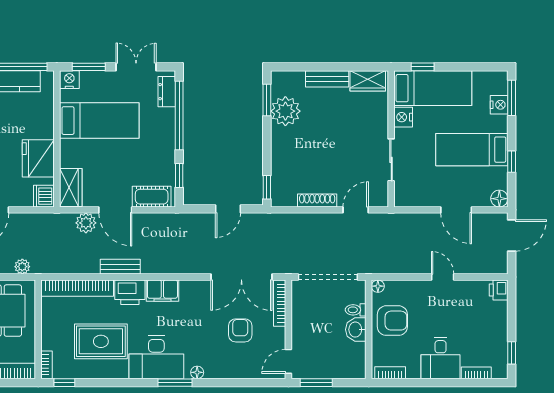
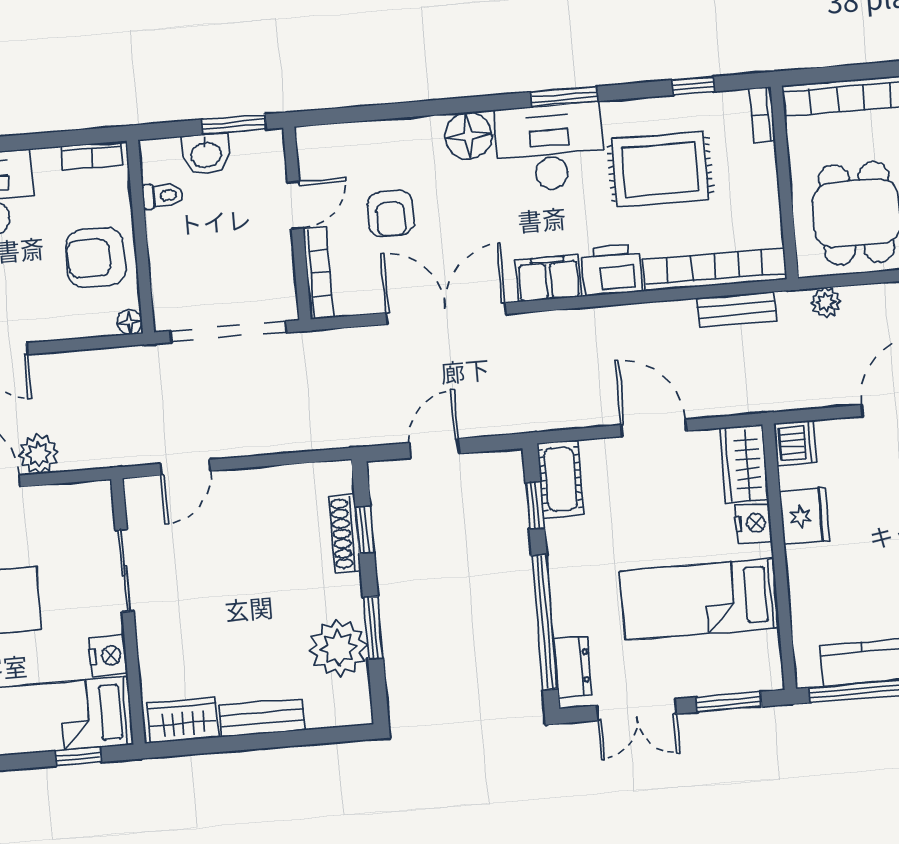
nightstand: (69, 80) -> (753, 523), moved, turned -90
window: (267, 100) -> (373, 628), moved
fridge: (38, 158) -> (804, 516), width x0.73, depth x0.75
window: (267, 187) -> (365, 530), moved
cot: (152, 197) -> (561, 479), moved, turned 90
shoe rack: (317, 200) -> (345, 533), moved, turned 90
plant: (86, 223) -> (39, 454), moved
bench: (120, 267) -> (737, 310), moved
double door: (241, 277) -> (446, 314), moved
toilet: (356, 310) -> (163, 196), moved
washbasin: (356, 330) -> (206, 154), moved, turned 90
door: (288, 361) -> (295, 205), moved
floor lamp: (197, 372) -> (469, 136), width x1.89, depth x1.89
window: (64, 383) -> (693, 86), moved
window: (175, 383) -> (564, 97), moved

